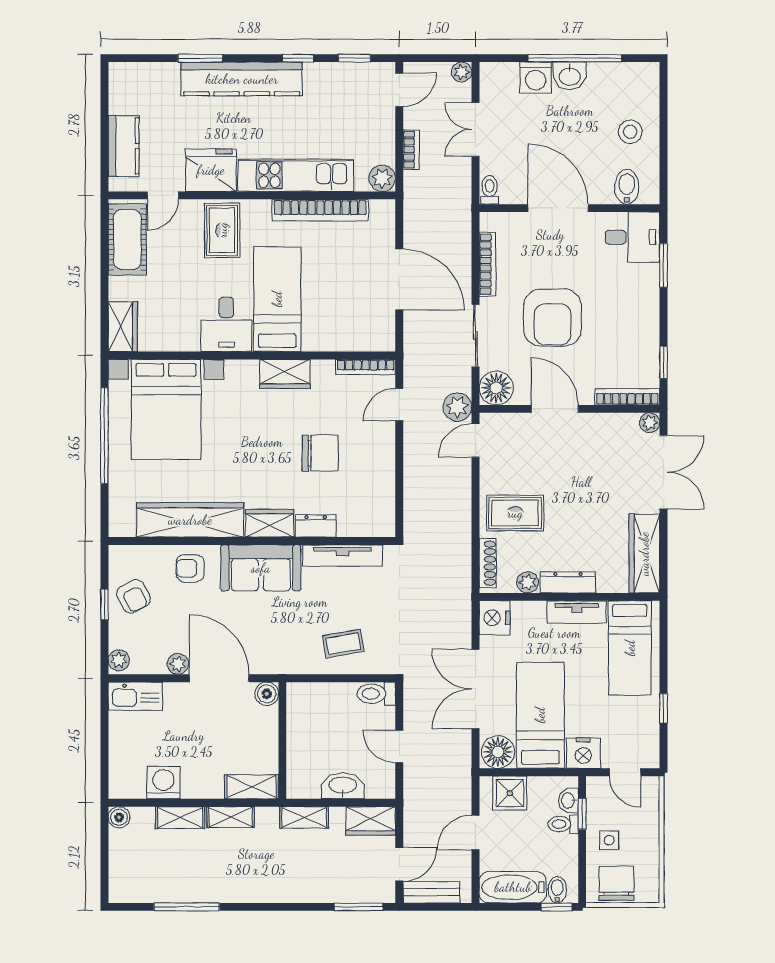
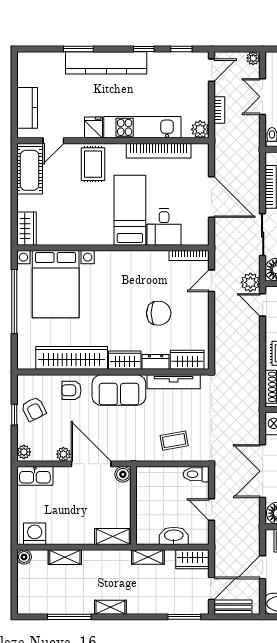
fridge: (211, 170) -> (93, 128), width x0.53, depth x0.75
desk: (226, 324) -> (164, 227), moved
wardrobe: (285, 374) -> (187, 360), moved, turned 180
door: (475, 441) -> (263, 305), hinge flipped
washing machine: (163, 783) -> (35, 534), moved
shelving: (230, 817) -> (110, 607), moved

